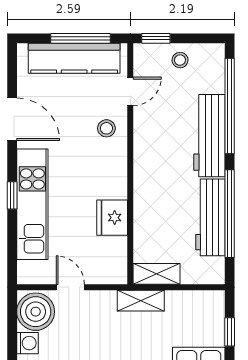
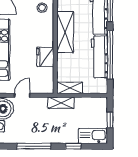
shelving: (148, 173) -> (65, 32), added
door: (70, 287) -> (22, 95), hinge flipped

